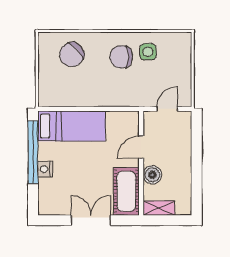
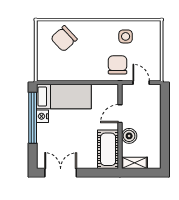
chair: (121, 57) -> (118, 65), moved, turned 90
door: (167, 109) -> (141, 83), hinge flipped
nightstand: (45, 169) -> (42, 116), moved
double door: (91, 220) -> (61, 173), moved

